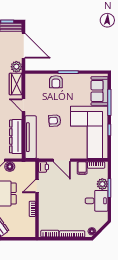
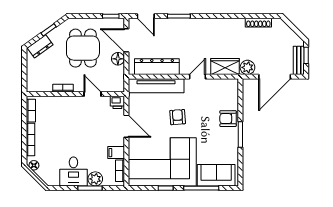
door: (62, 160) -> (126, 126), swing flipped

